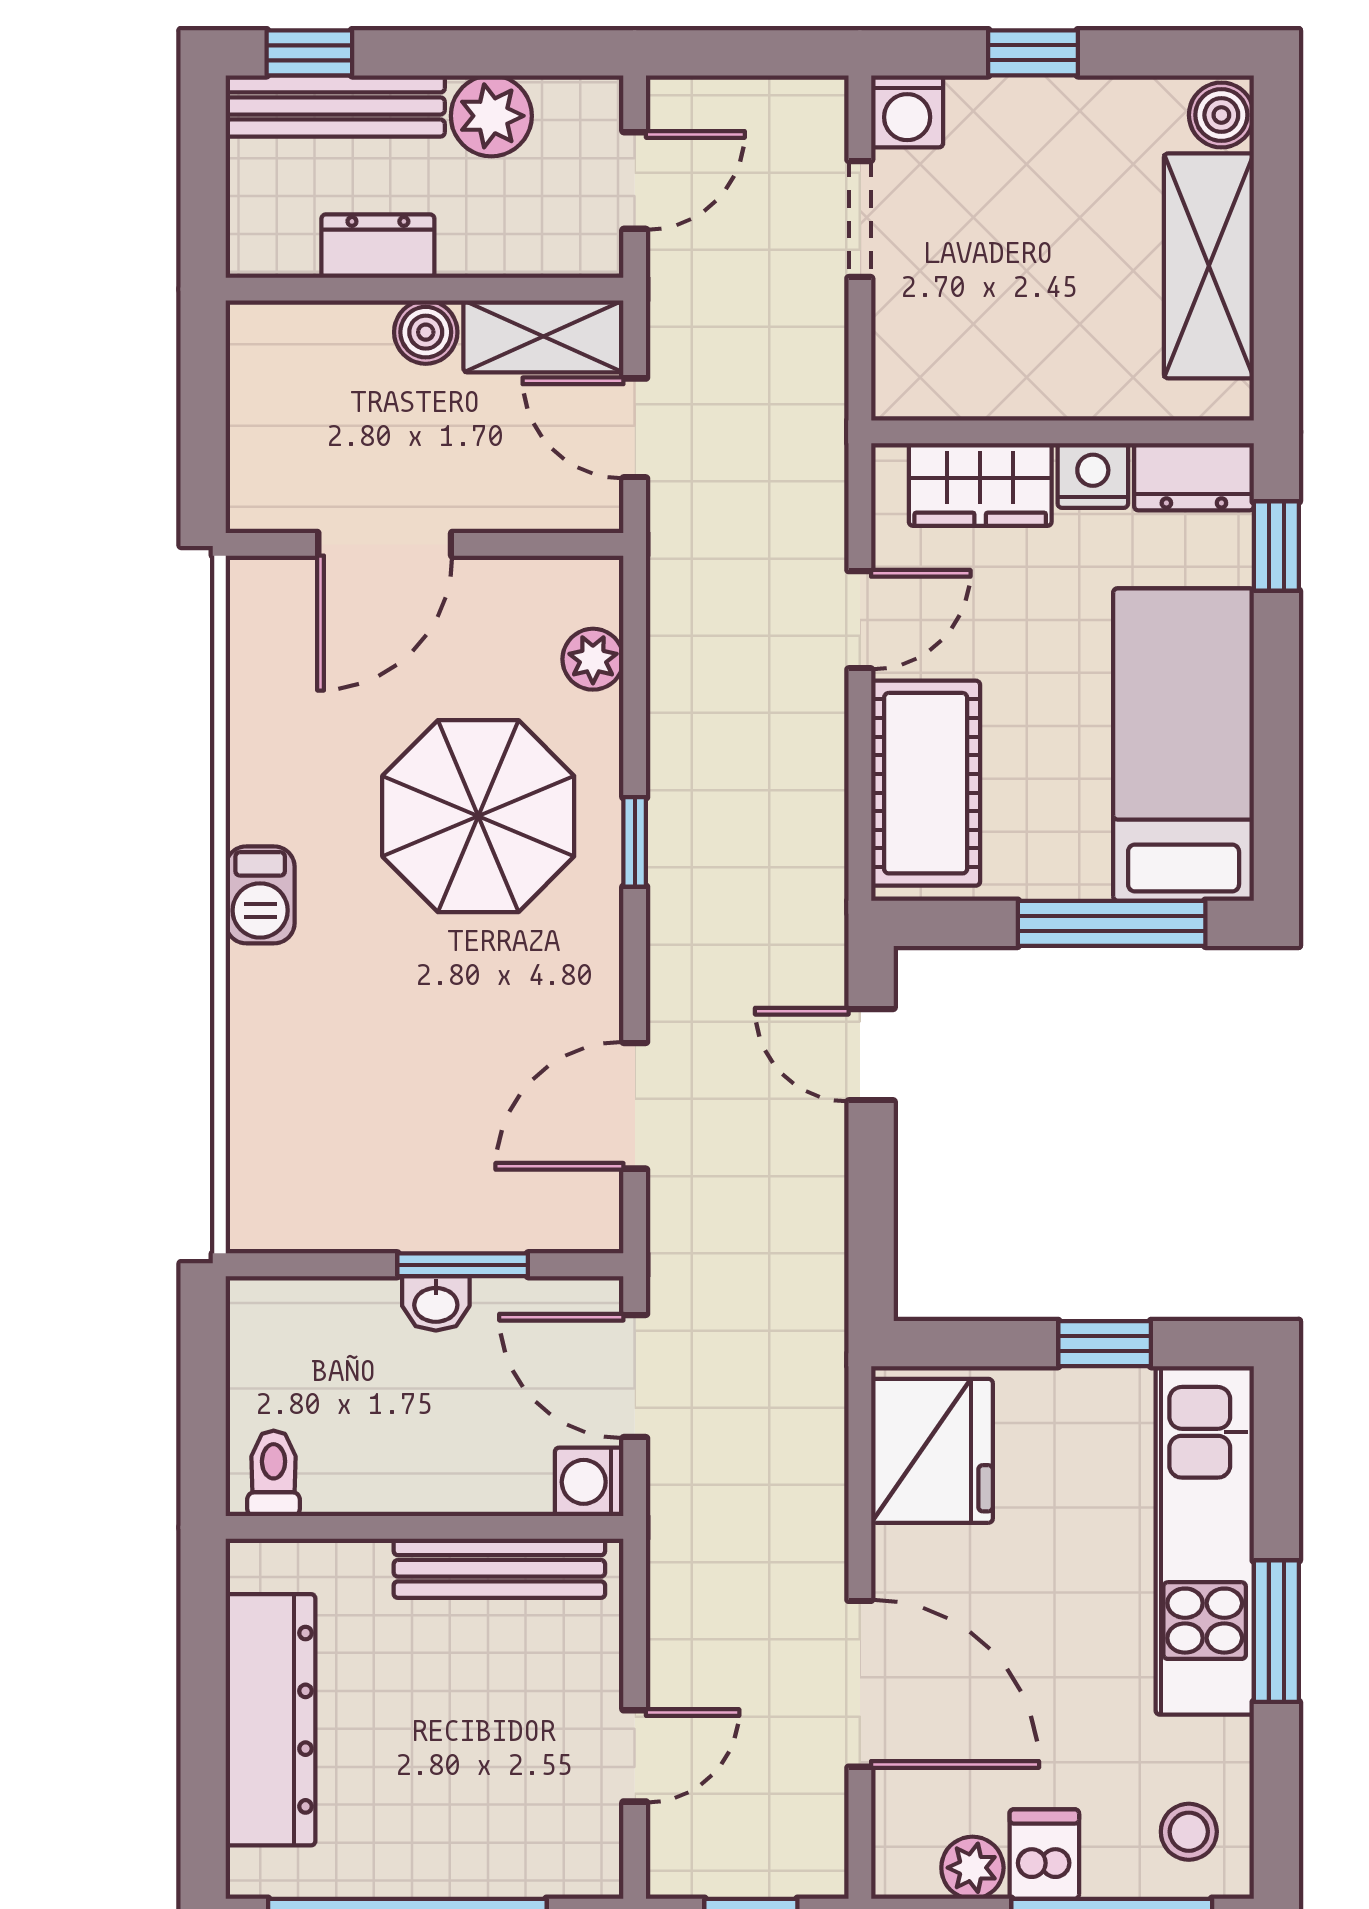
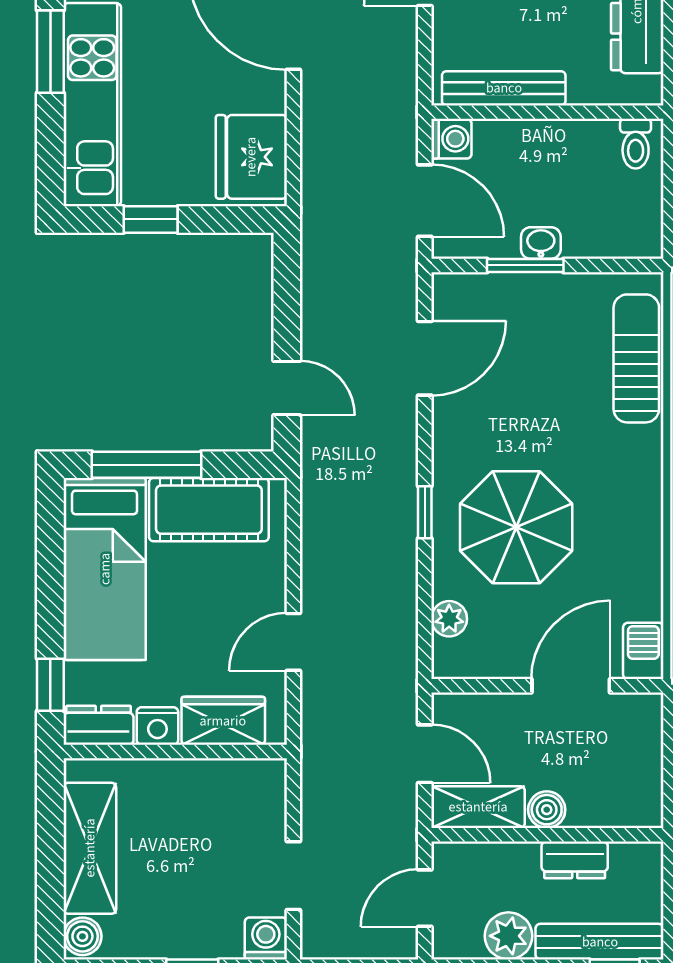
cot: (926, 783) -> (209, 510), moved, turned 90
barbecue: (260, 895) -> (643, 651), moved
sun lounger: (272, 1105) -> (636, 358), added

